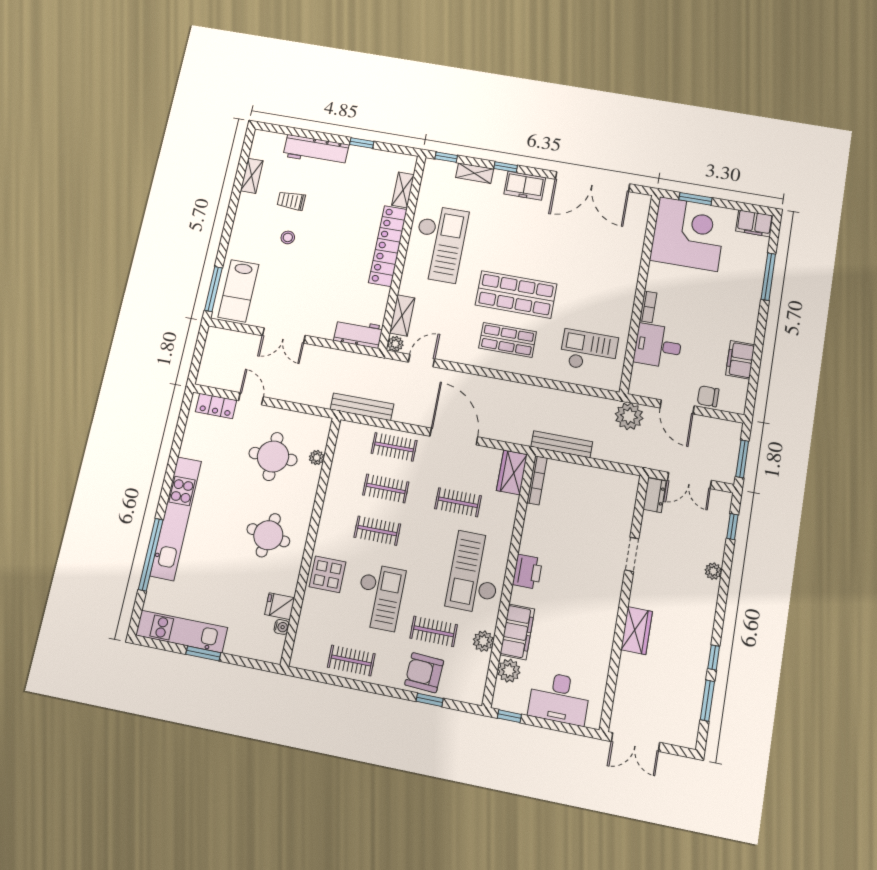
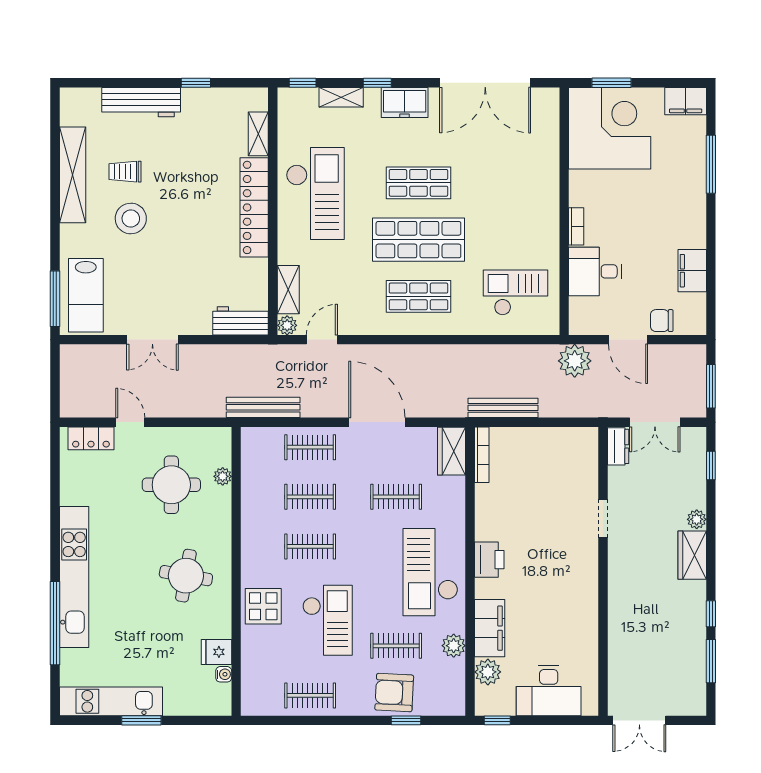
shelving: (252, 176) -> (73, 175), width x2.20, depth x1.33
stool: (288, 237) -> (131, 219), width x1.89, depth x1.89
shop shelf: (524, 250) -> (418, 183), added
wardrobe: (637, 631) -> (692, 555), moved, turned 180

